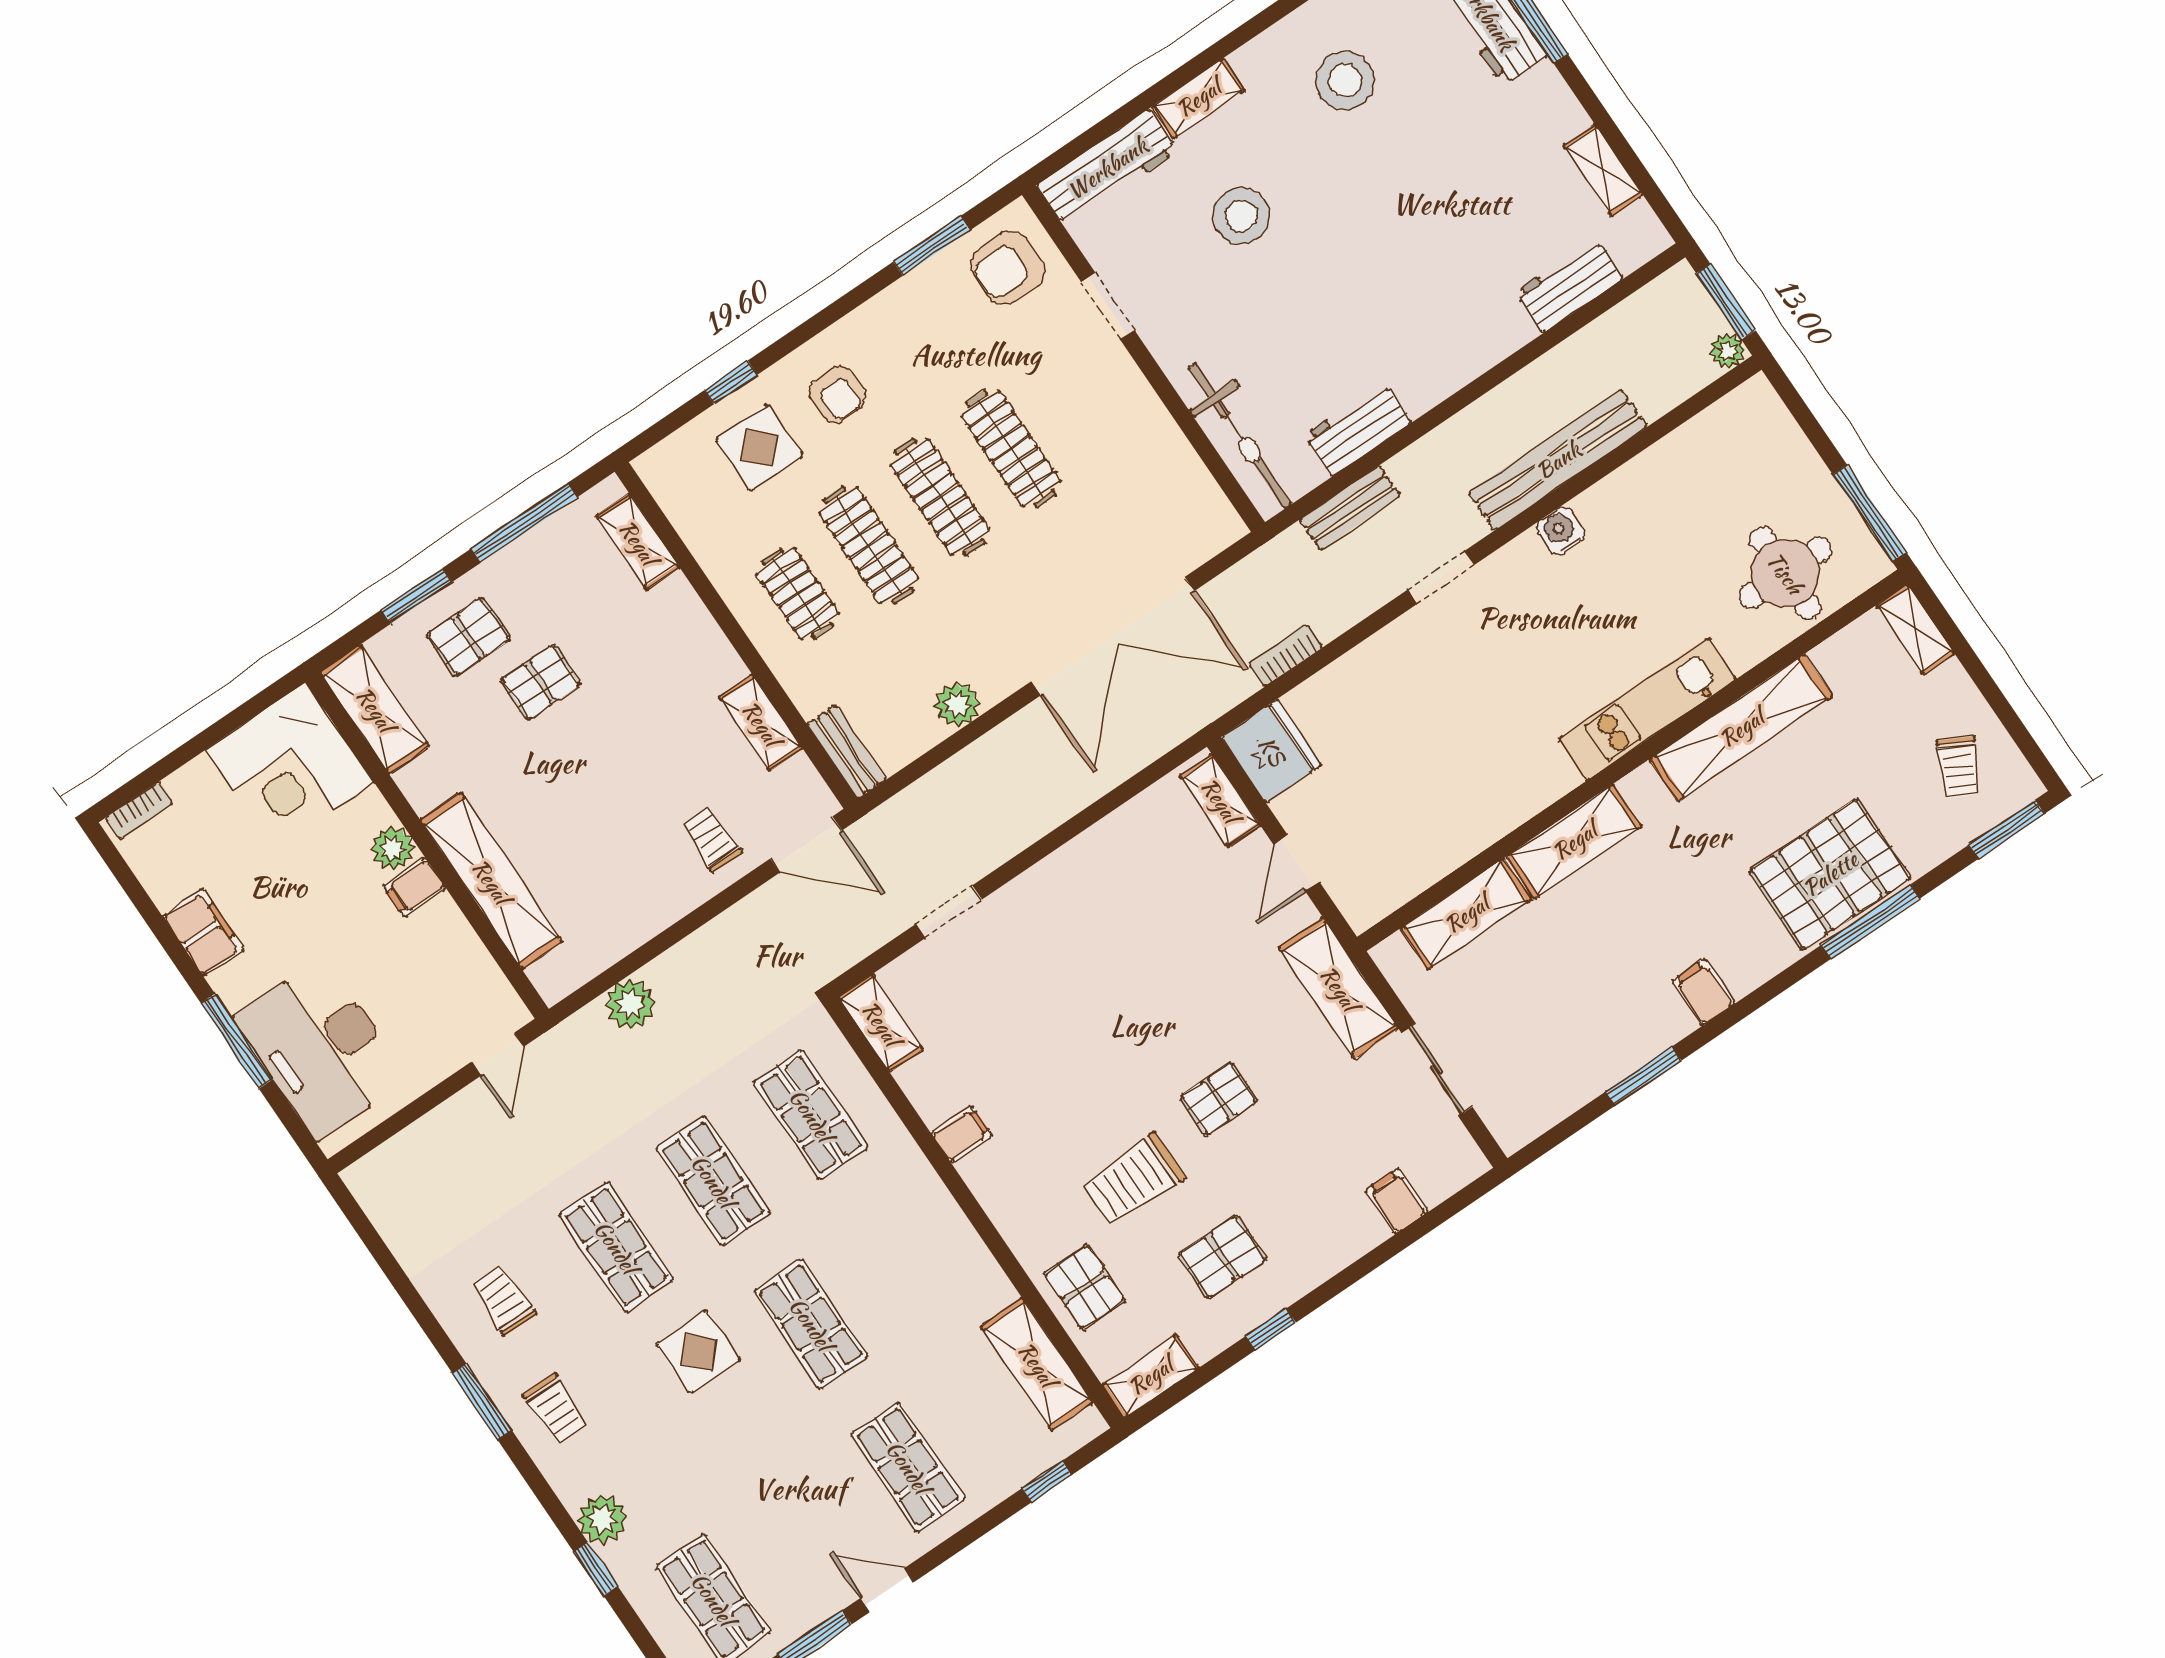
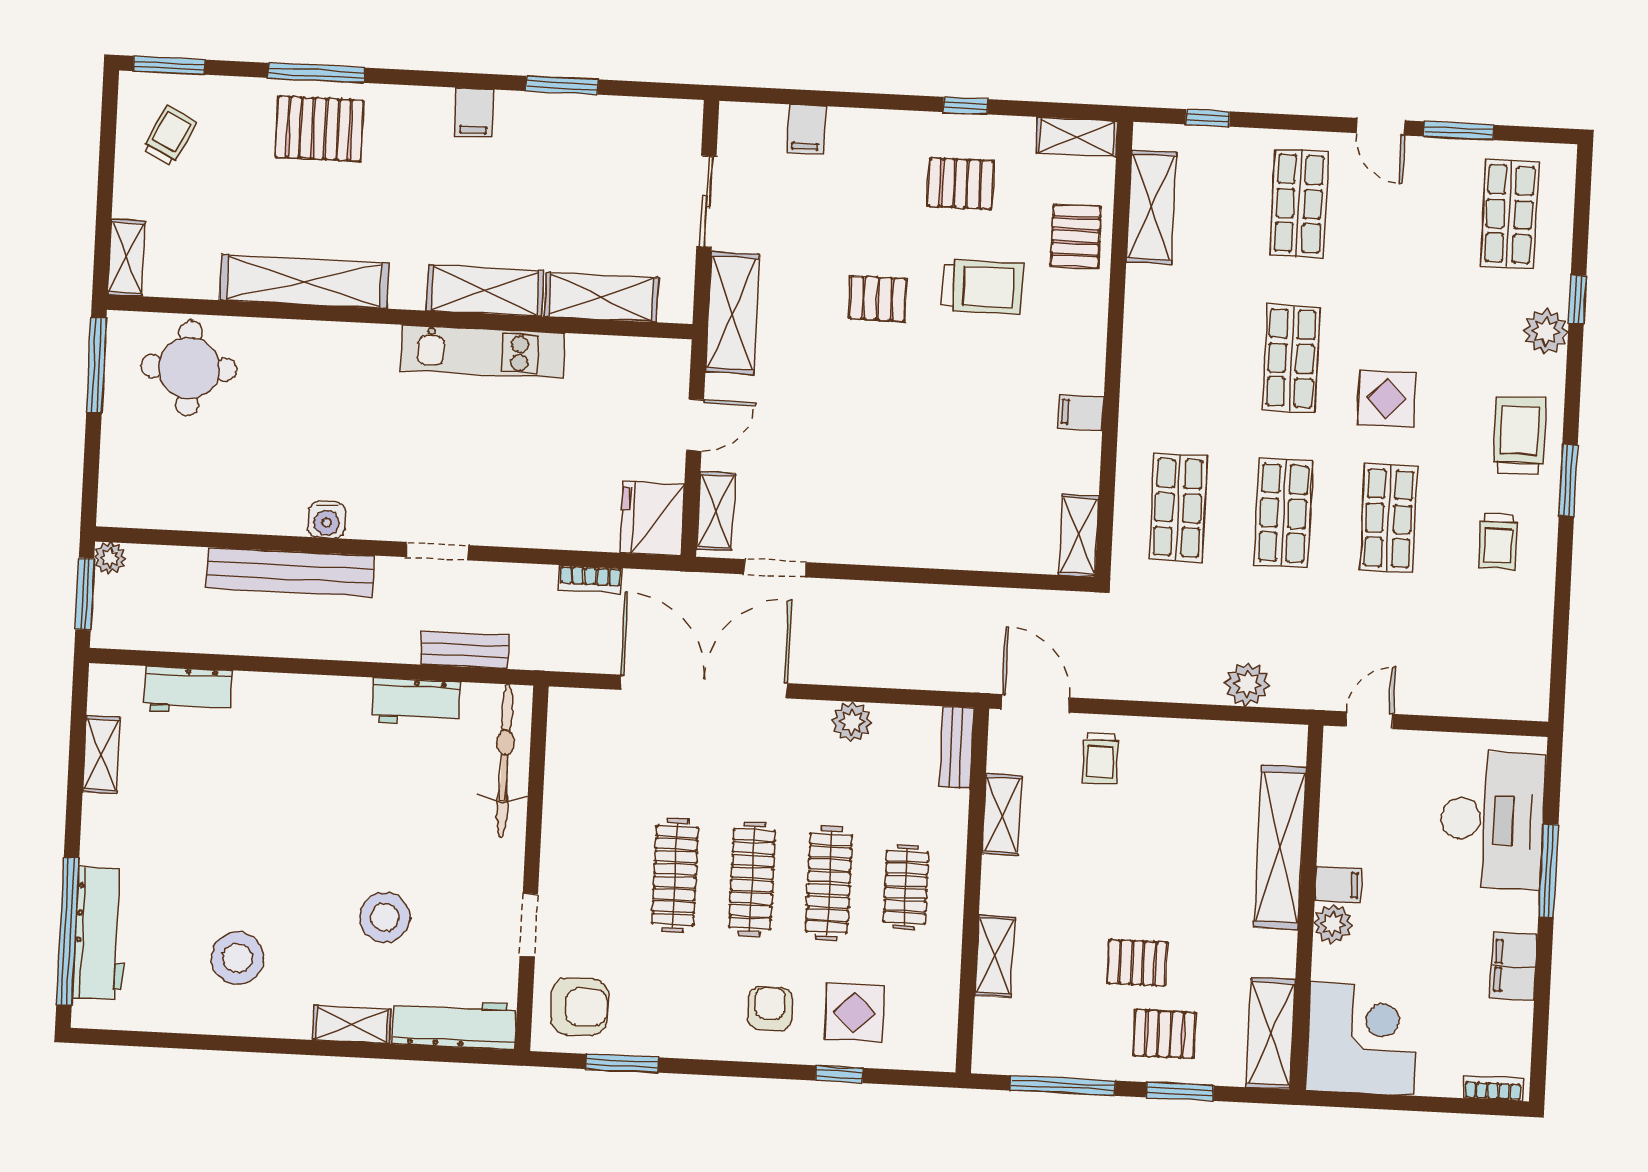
shelving: (638, 542) -> (995, 956), moved
kitchen unit: (1647, 709) -> (483, 352), moved
pallet: (1830, 874) -> (319, 129), width x0.73, depth x0.71
doorway: (949, 912) -> (775, 568), moved
trolley: (556, 1409) -> (1519, 435), width x1.36, depth x1.39

